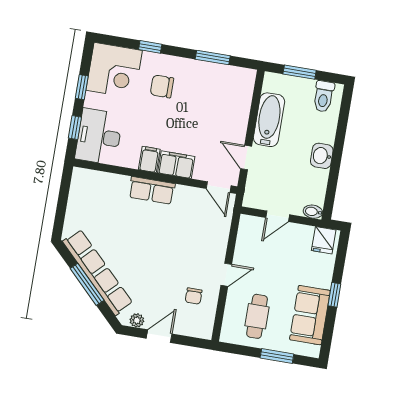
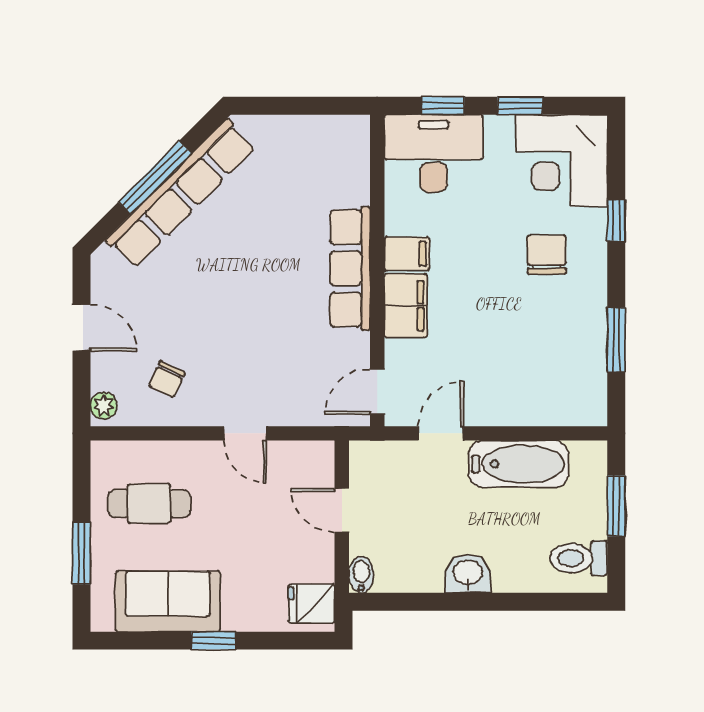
row of seats: (152, 190) -> (350, 268), width x1.48
door: (226, 275) -> (245, 433), moved
chair: (194, 296) -> (167, 379), turned -64
plant: (137, 320) -> (104, 406), moved

